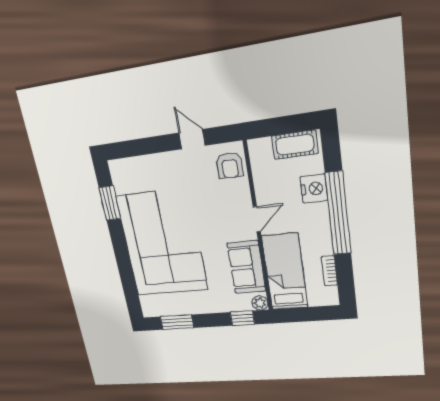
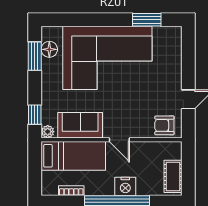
nightstand: (314, 189) -> (125, 186), moved
floor lamp: (166, 308) -> (49, 49), added

